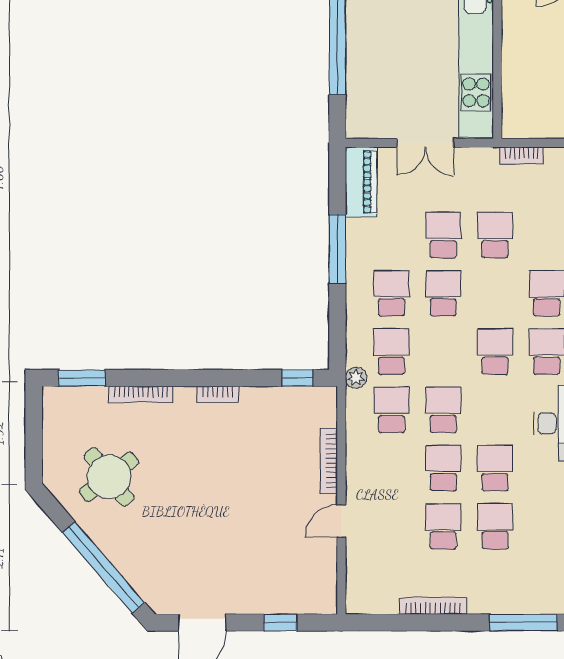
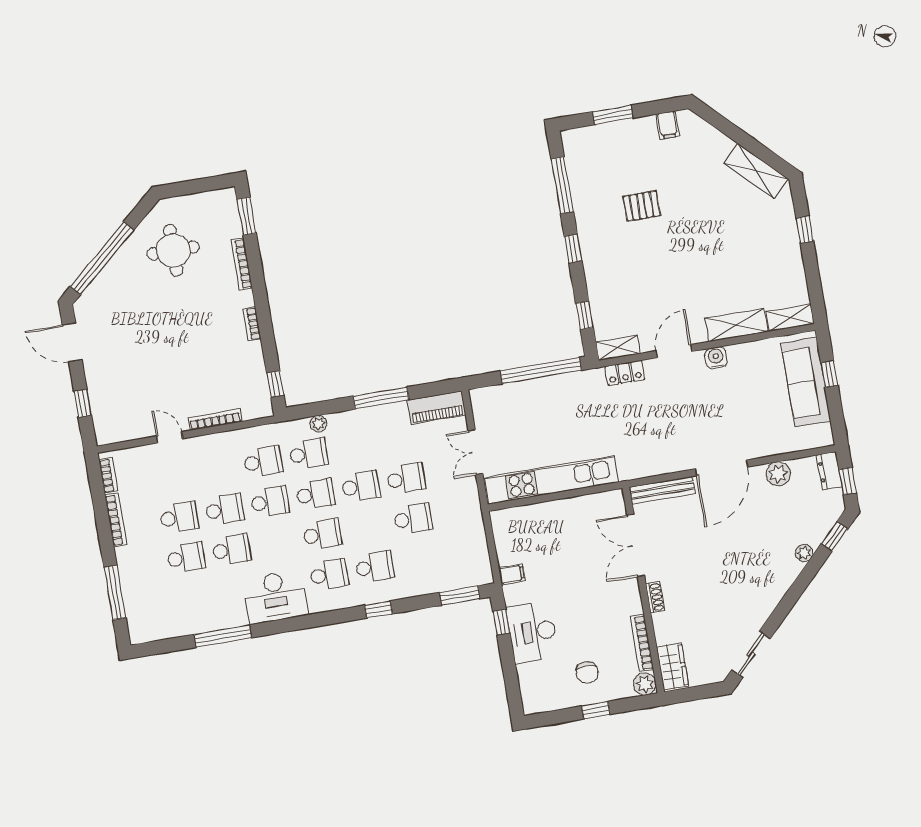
bookcase: (522, 155) -> (108, 475), moved, turned 180
school desk: (392, 293) -> (315, 494), moved
plant: (356, 378) -> (318, 424), moved
round table: (109, 477) -> (173, 250), turned 38

